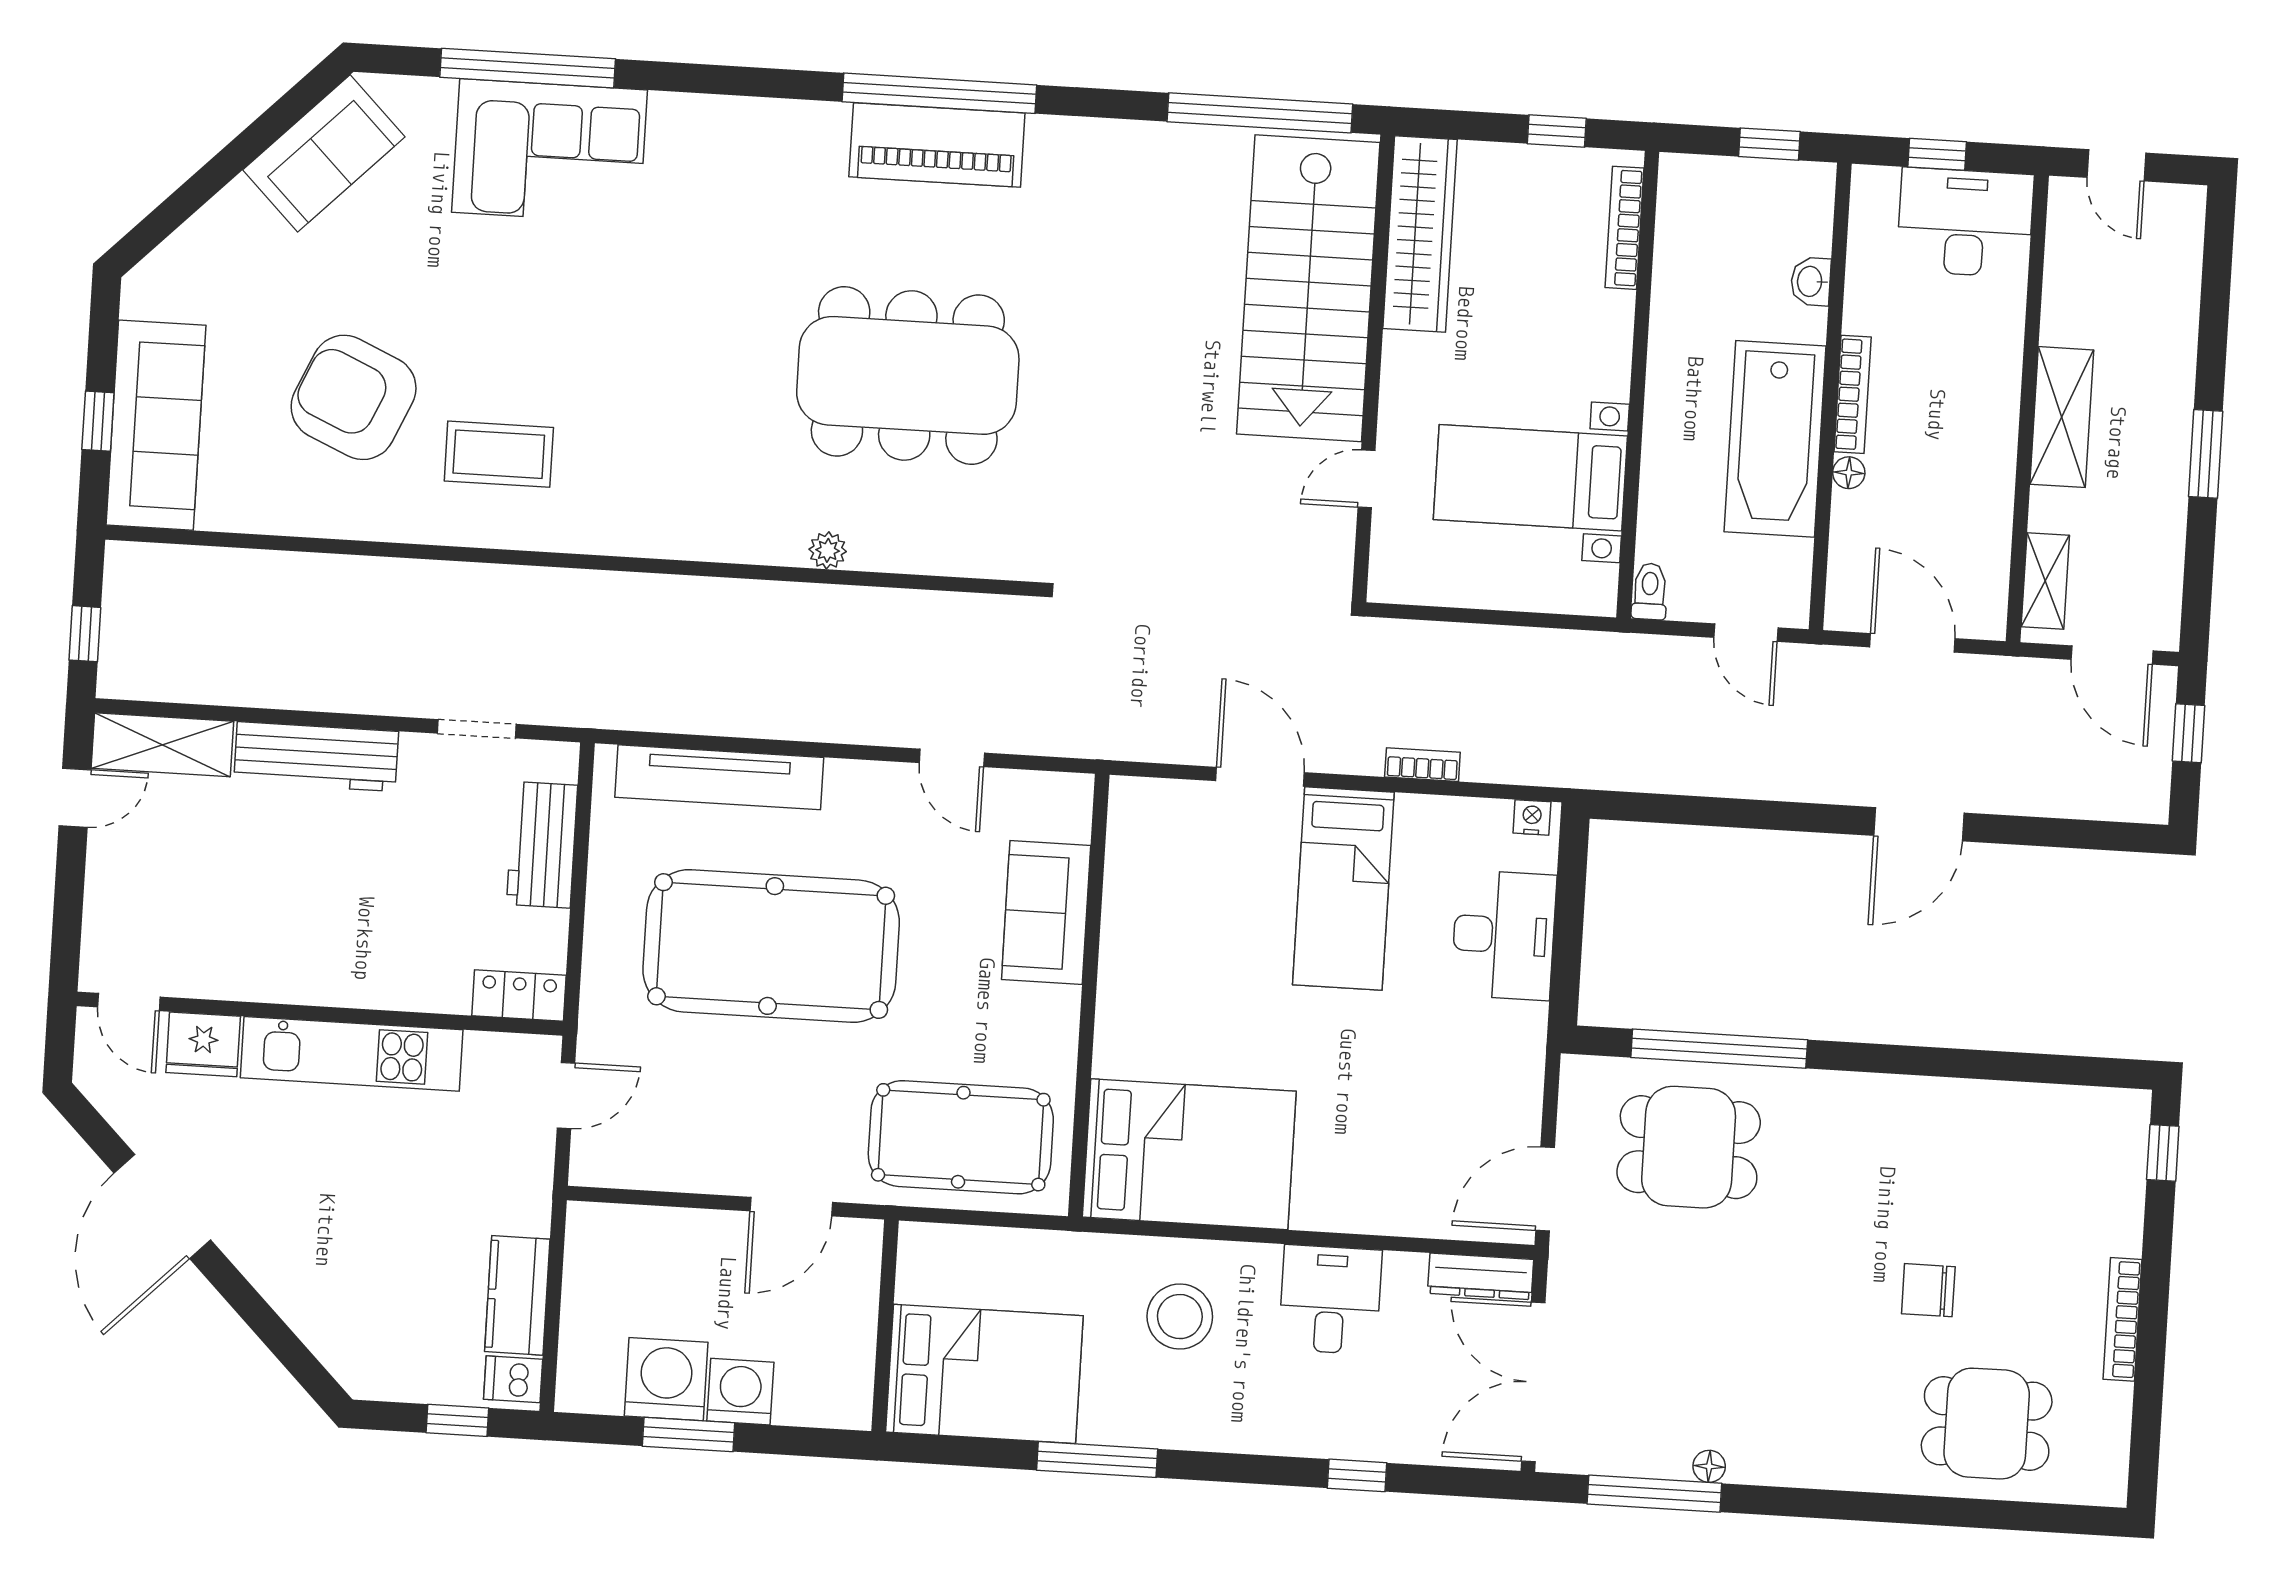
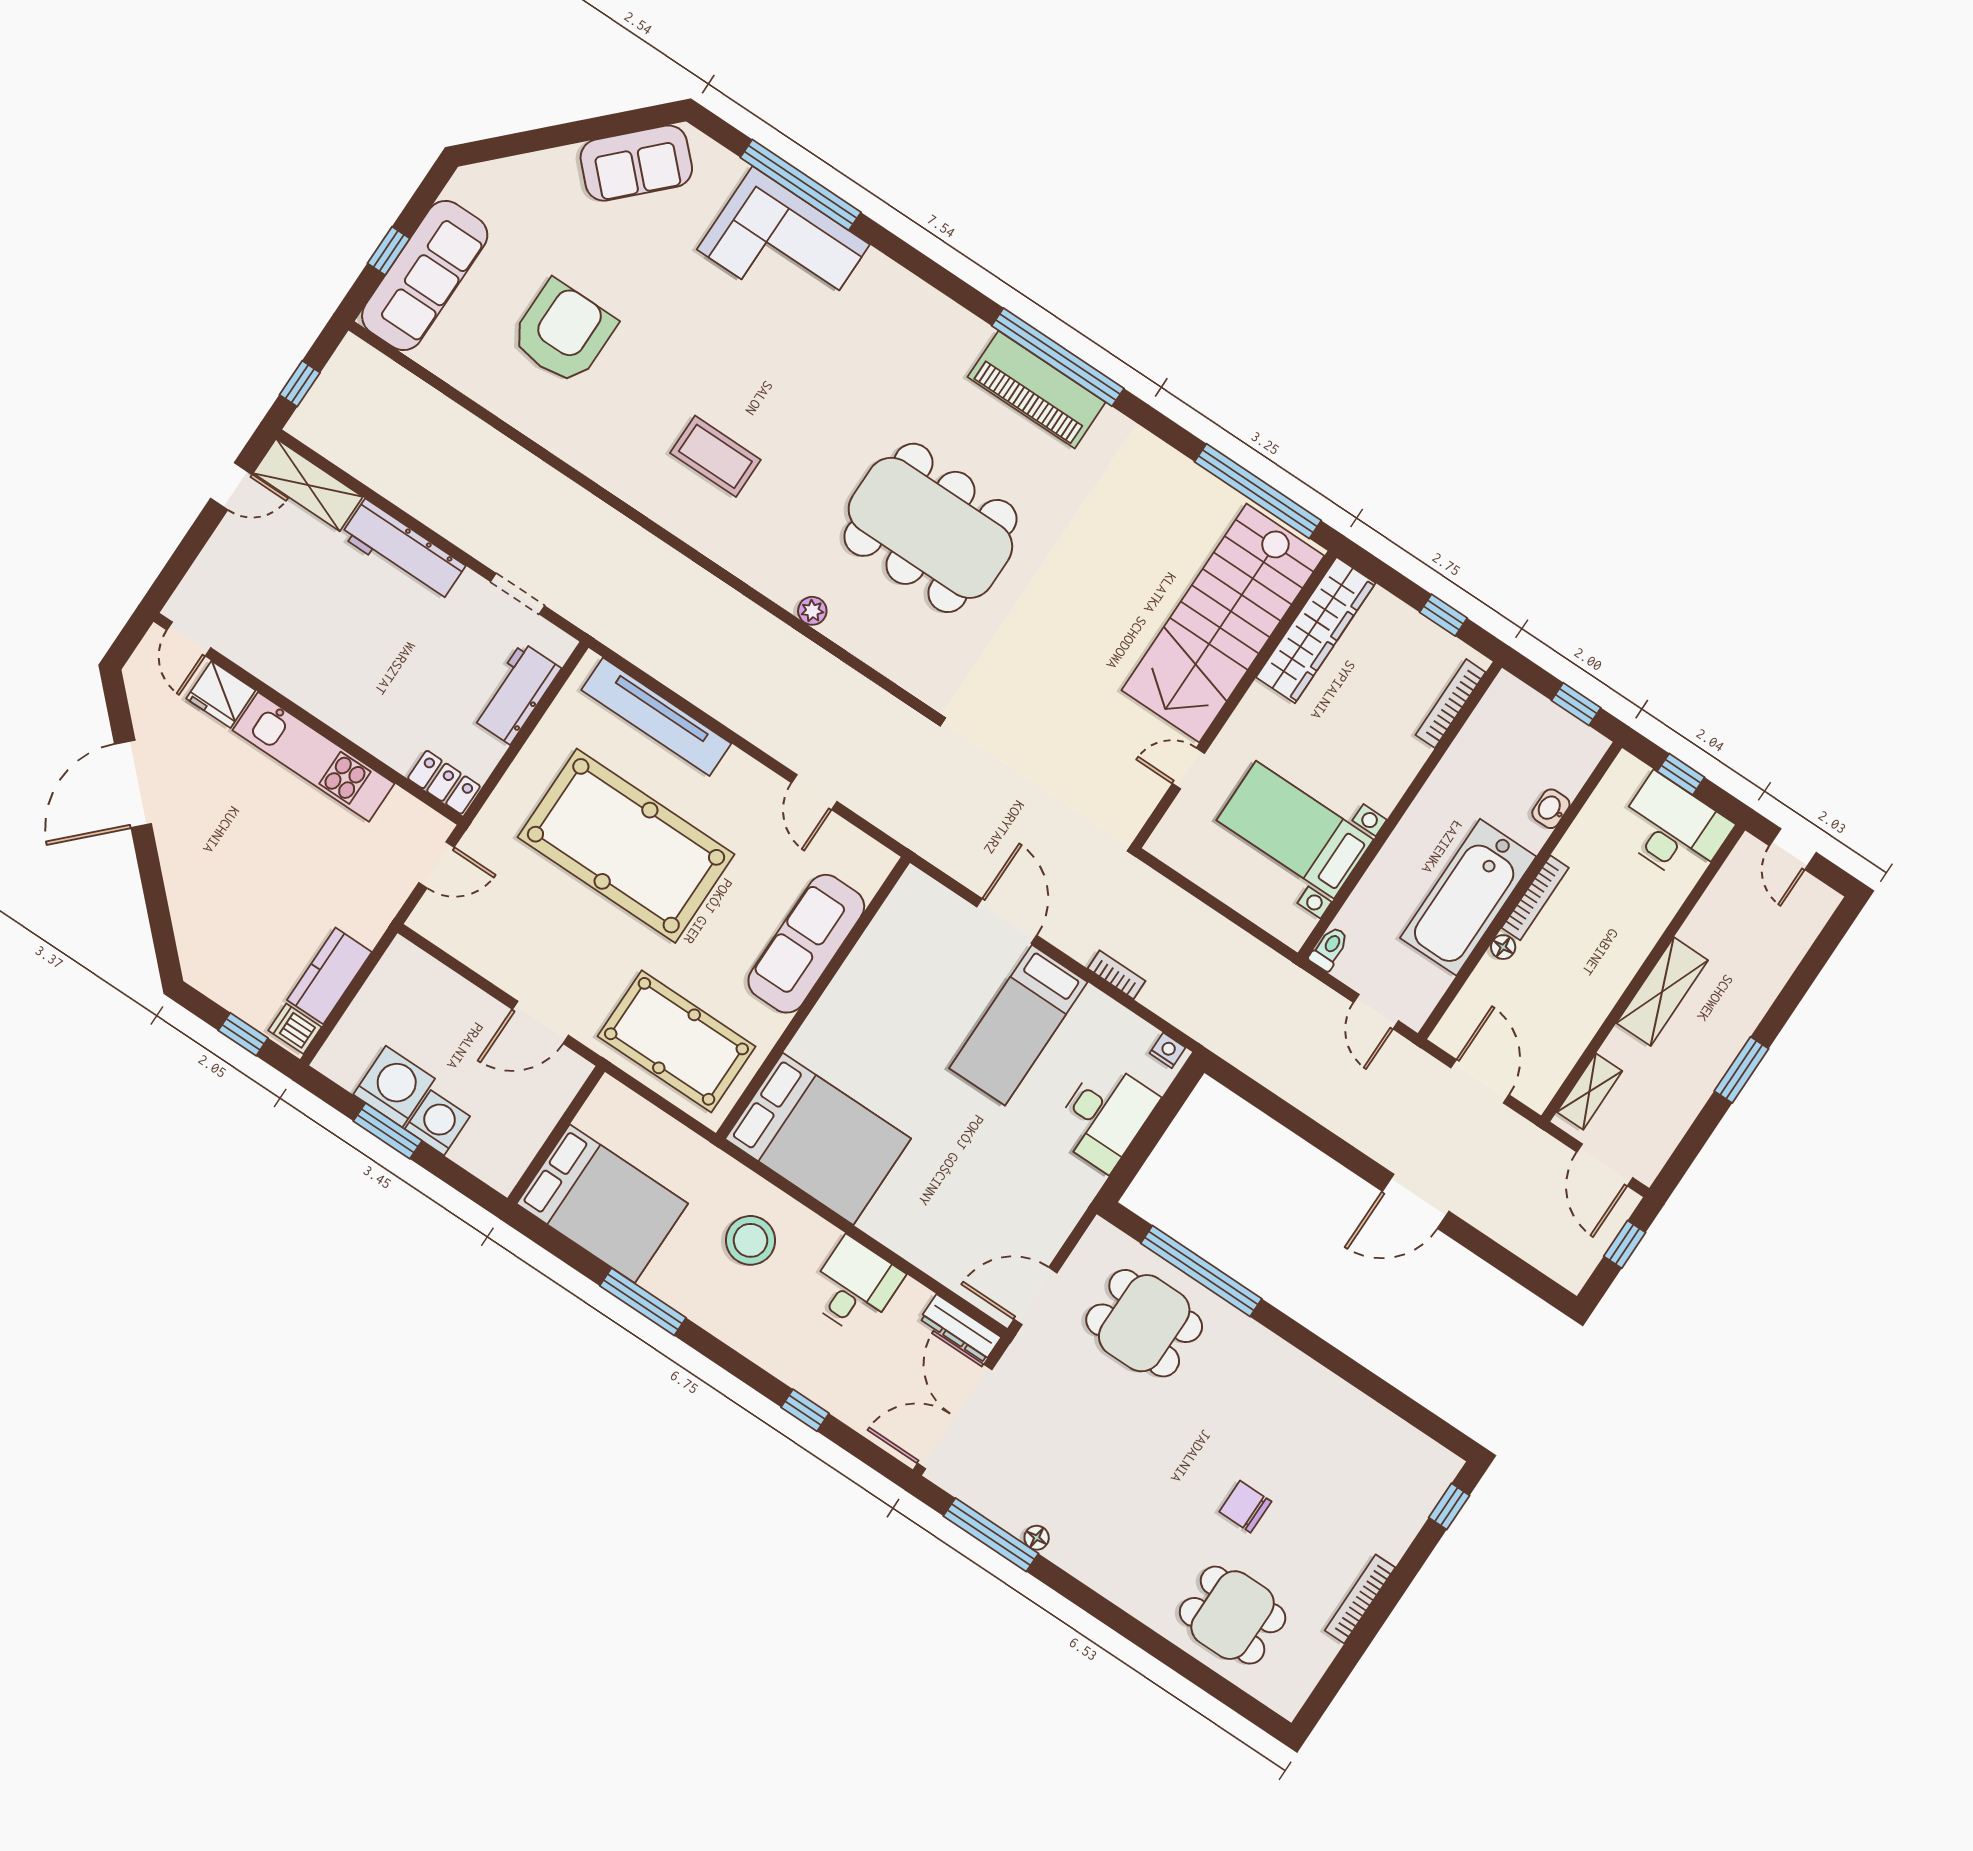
armchair: (354, 397) -> (563, 332), turned 66
coffee table: (499, 454) -> (715, 456), moved
sofa: (1046, 912) -> (806, 944), width x1.36

